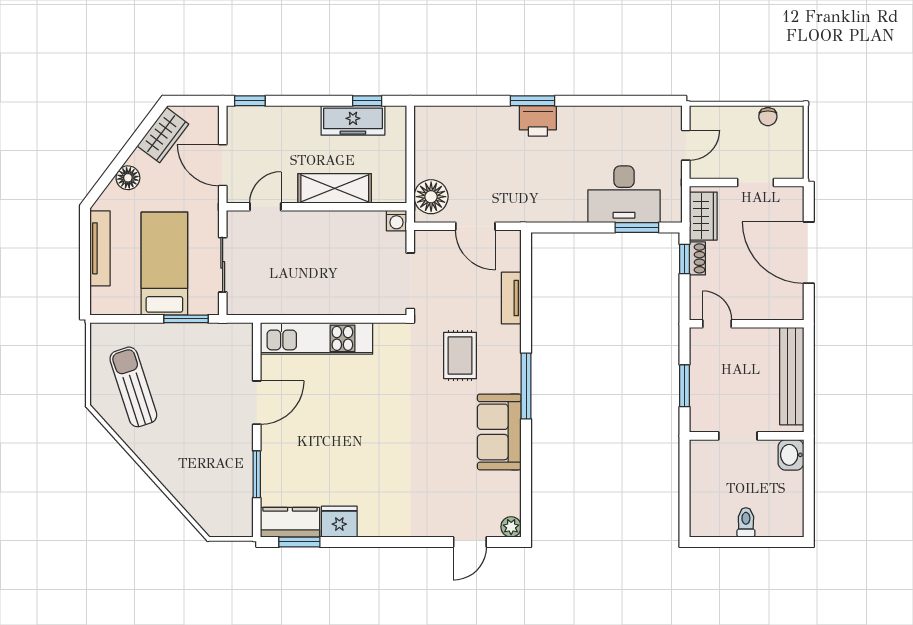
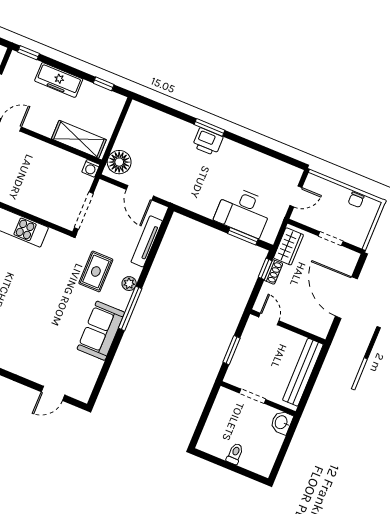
freezer: (353, 120) -> (59, 80), moved
shelving: (335, 188) -> (79, 139), moved
tv unit: (511, 298) -> (147, 241), width x1.41
plant: (511, 527) -> (129, 284), moved

